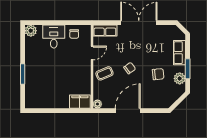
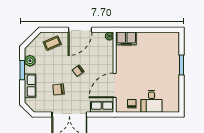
plant: (31, 31) -> (174, 107), removed
door: (92, 53) -> (115, 85), width x1.88
coffee table: (104, 73) -> (52, 43), moved
chair: (158, 74) -> (59, 89), moved

